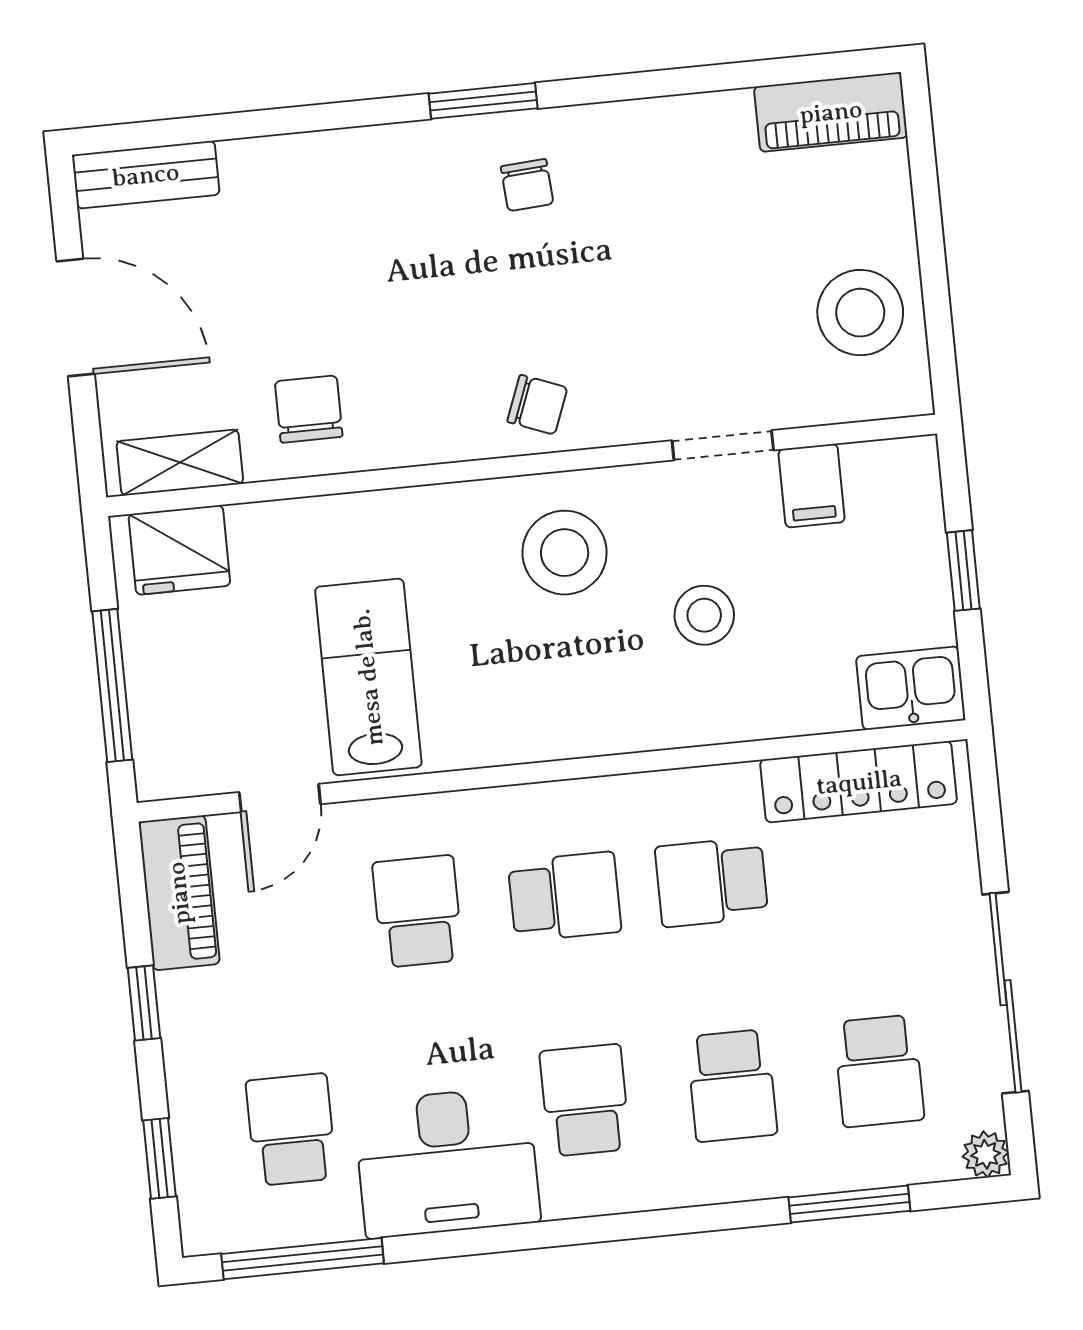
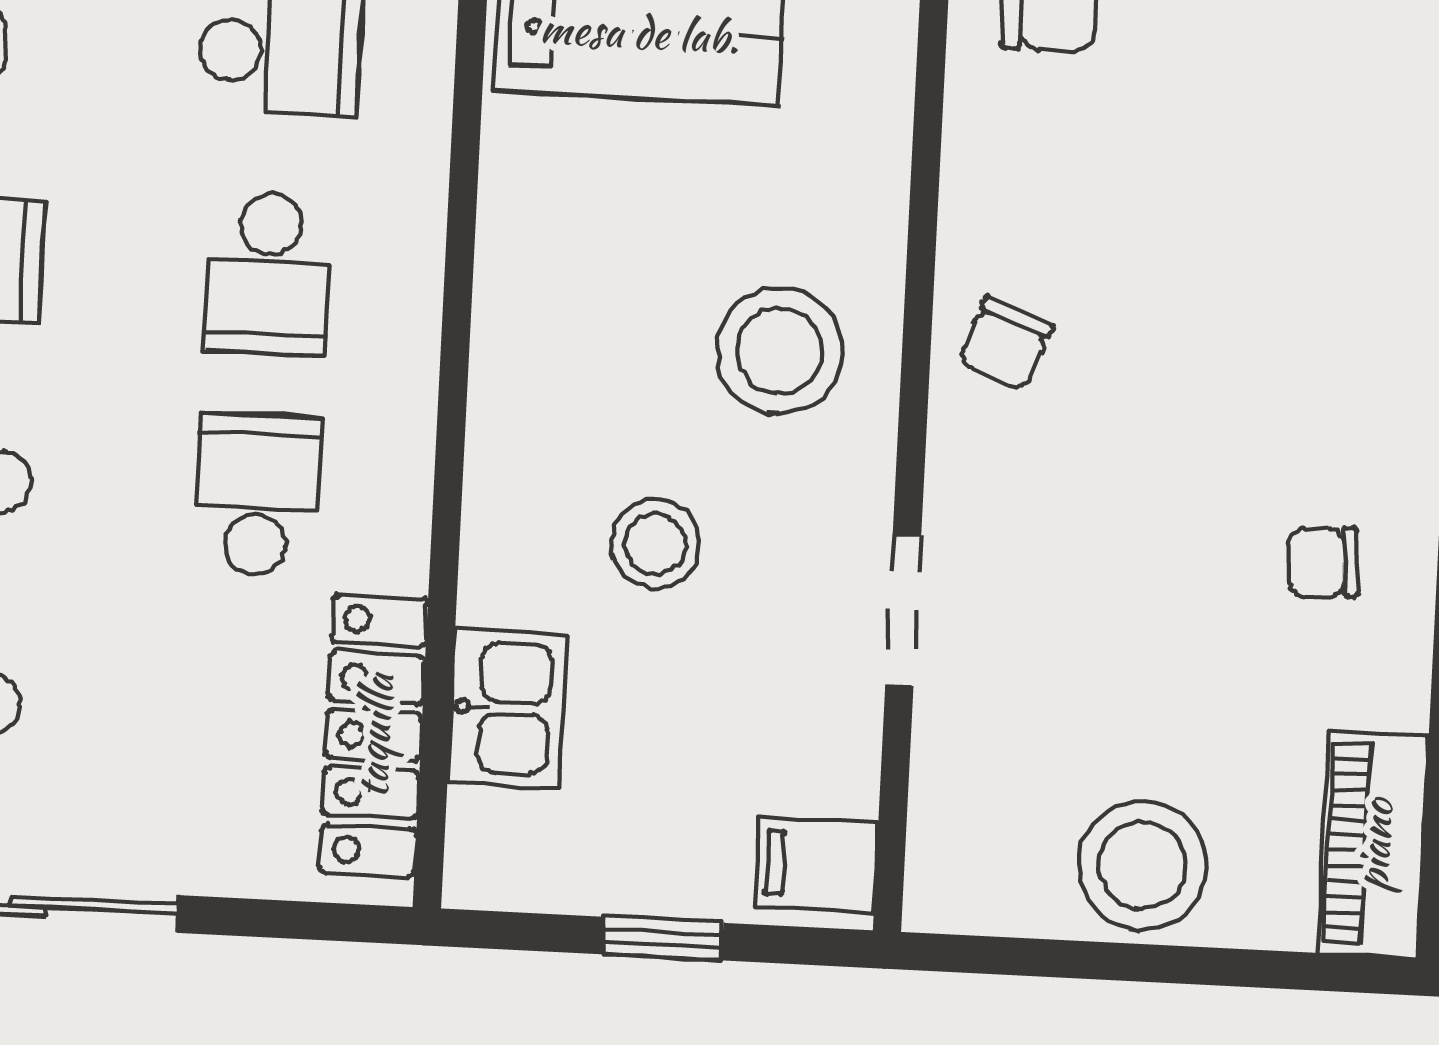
chair: (527, 185) -> (1323, 562), moved
stool: (860, 313) -> (1142, 865), moved
filing cabinet: (812, 486) -> (817, 864), moved
kitchen sink: (911, 688) -> (507, 708), moved

